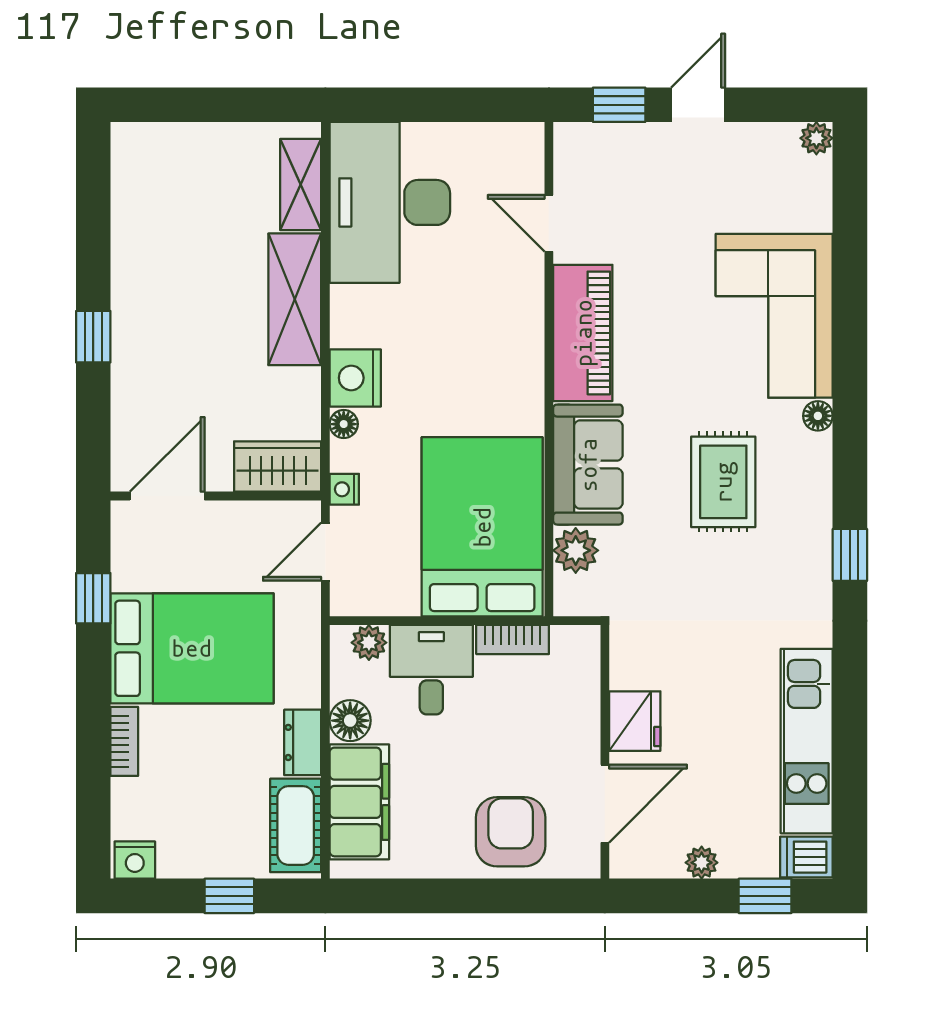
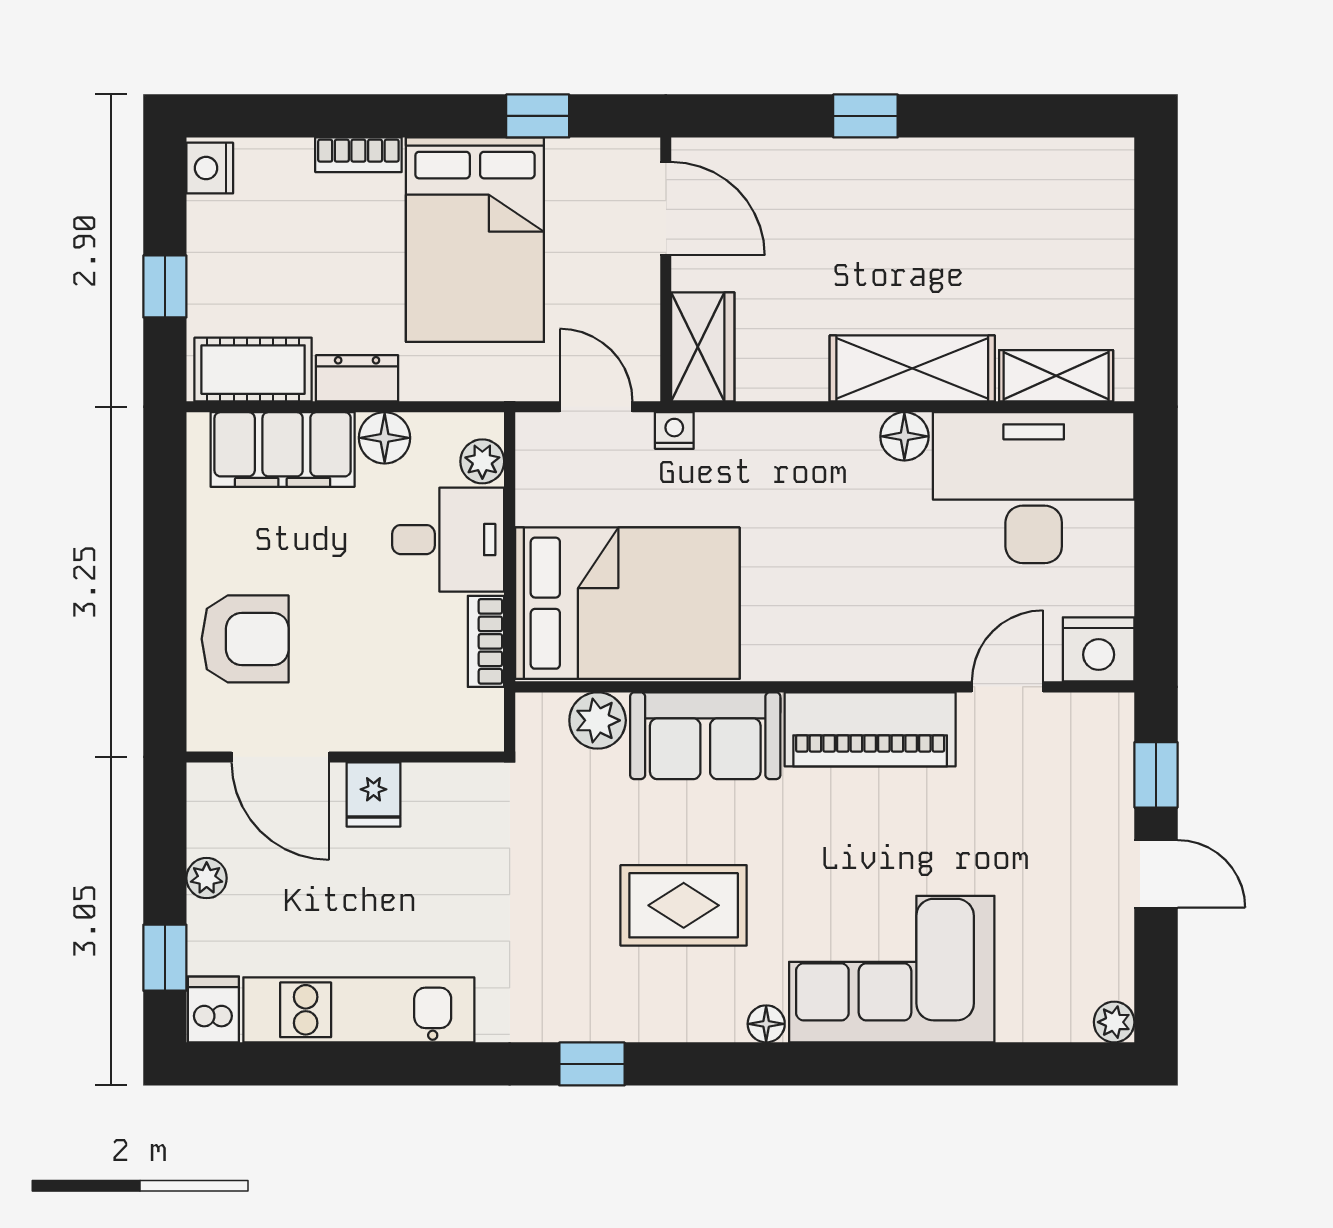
nightstand: (355, 378) -> (1099, 649), moved, turned 180
floor lamp: (344, 424) -> (904, 436), moved, width x1.37, depth x1.37
fridge: (635, 721) -> (374, 794), width x0.72

